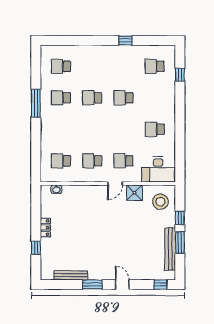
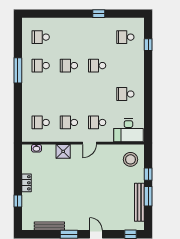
shower: (135, 193) -> (63, 151), moved

